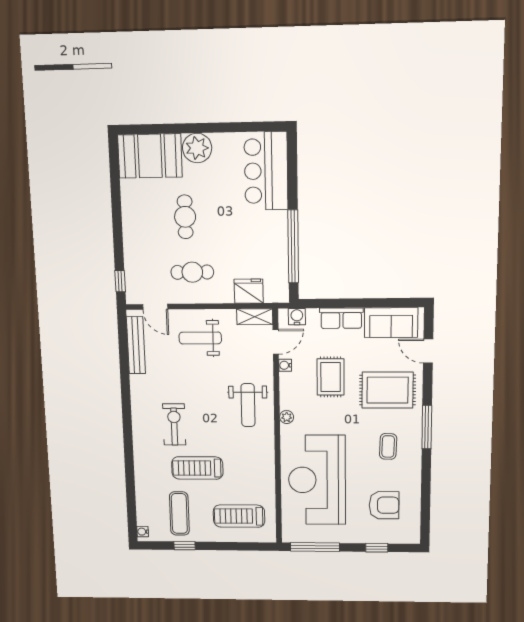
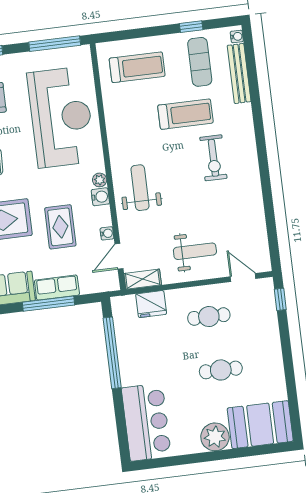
cafe table: (185, 217) -> (221, 370), turned 90
window: (352, 303) -> (49, 304), added
water cooler: (297, 317) -> (100, 197), moved, turned -90
bench: (136, 345) -> (239, 73), moved

